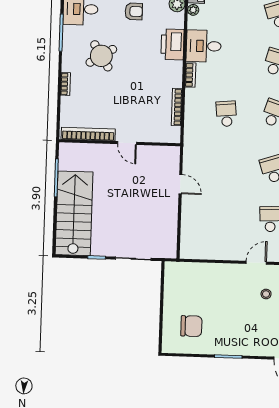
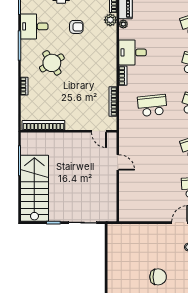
printer: (172, 44) -> (108, 52), removed
school desk: (226, 114) -> (152, 105), width x1.85
door: (127, 143) -> (99, 131), moved
chair: (191, 326) -> (158, 277), moved

